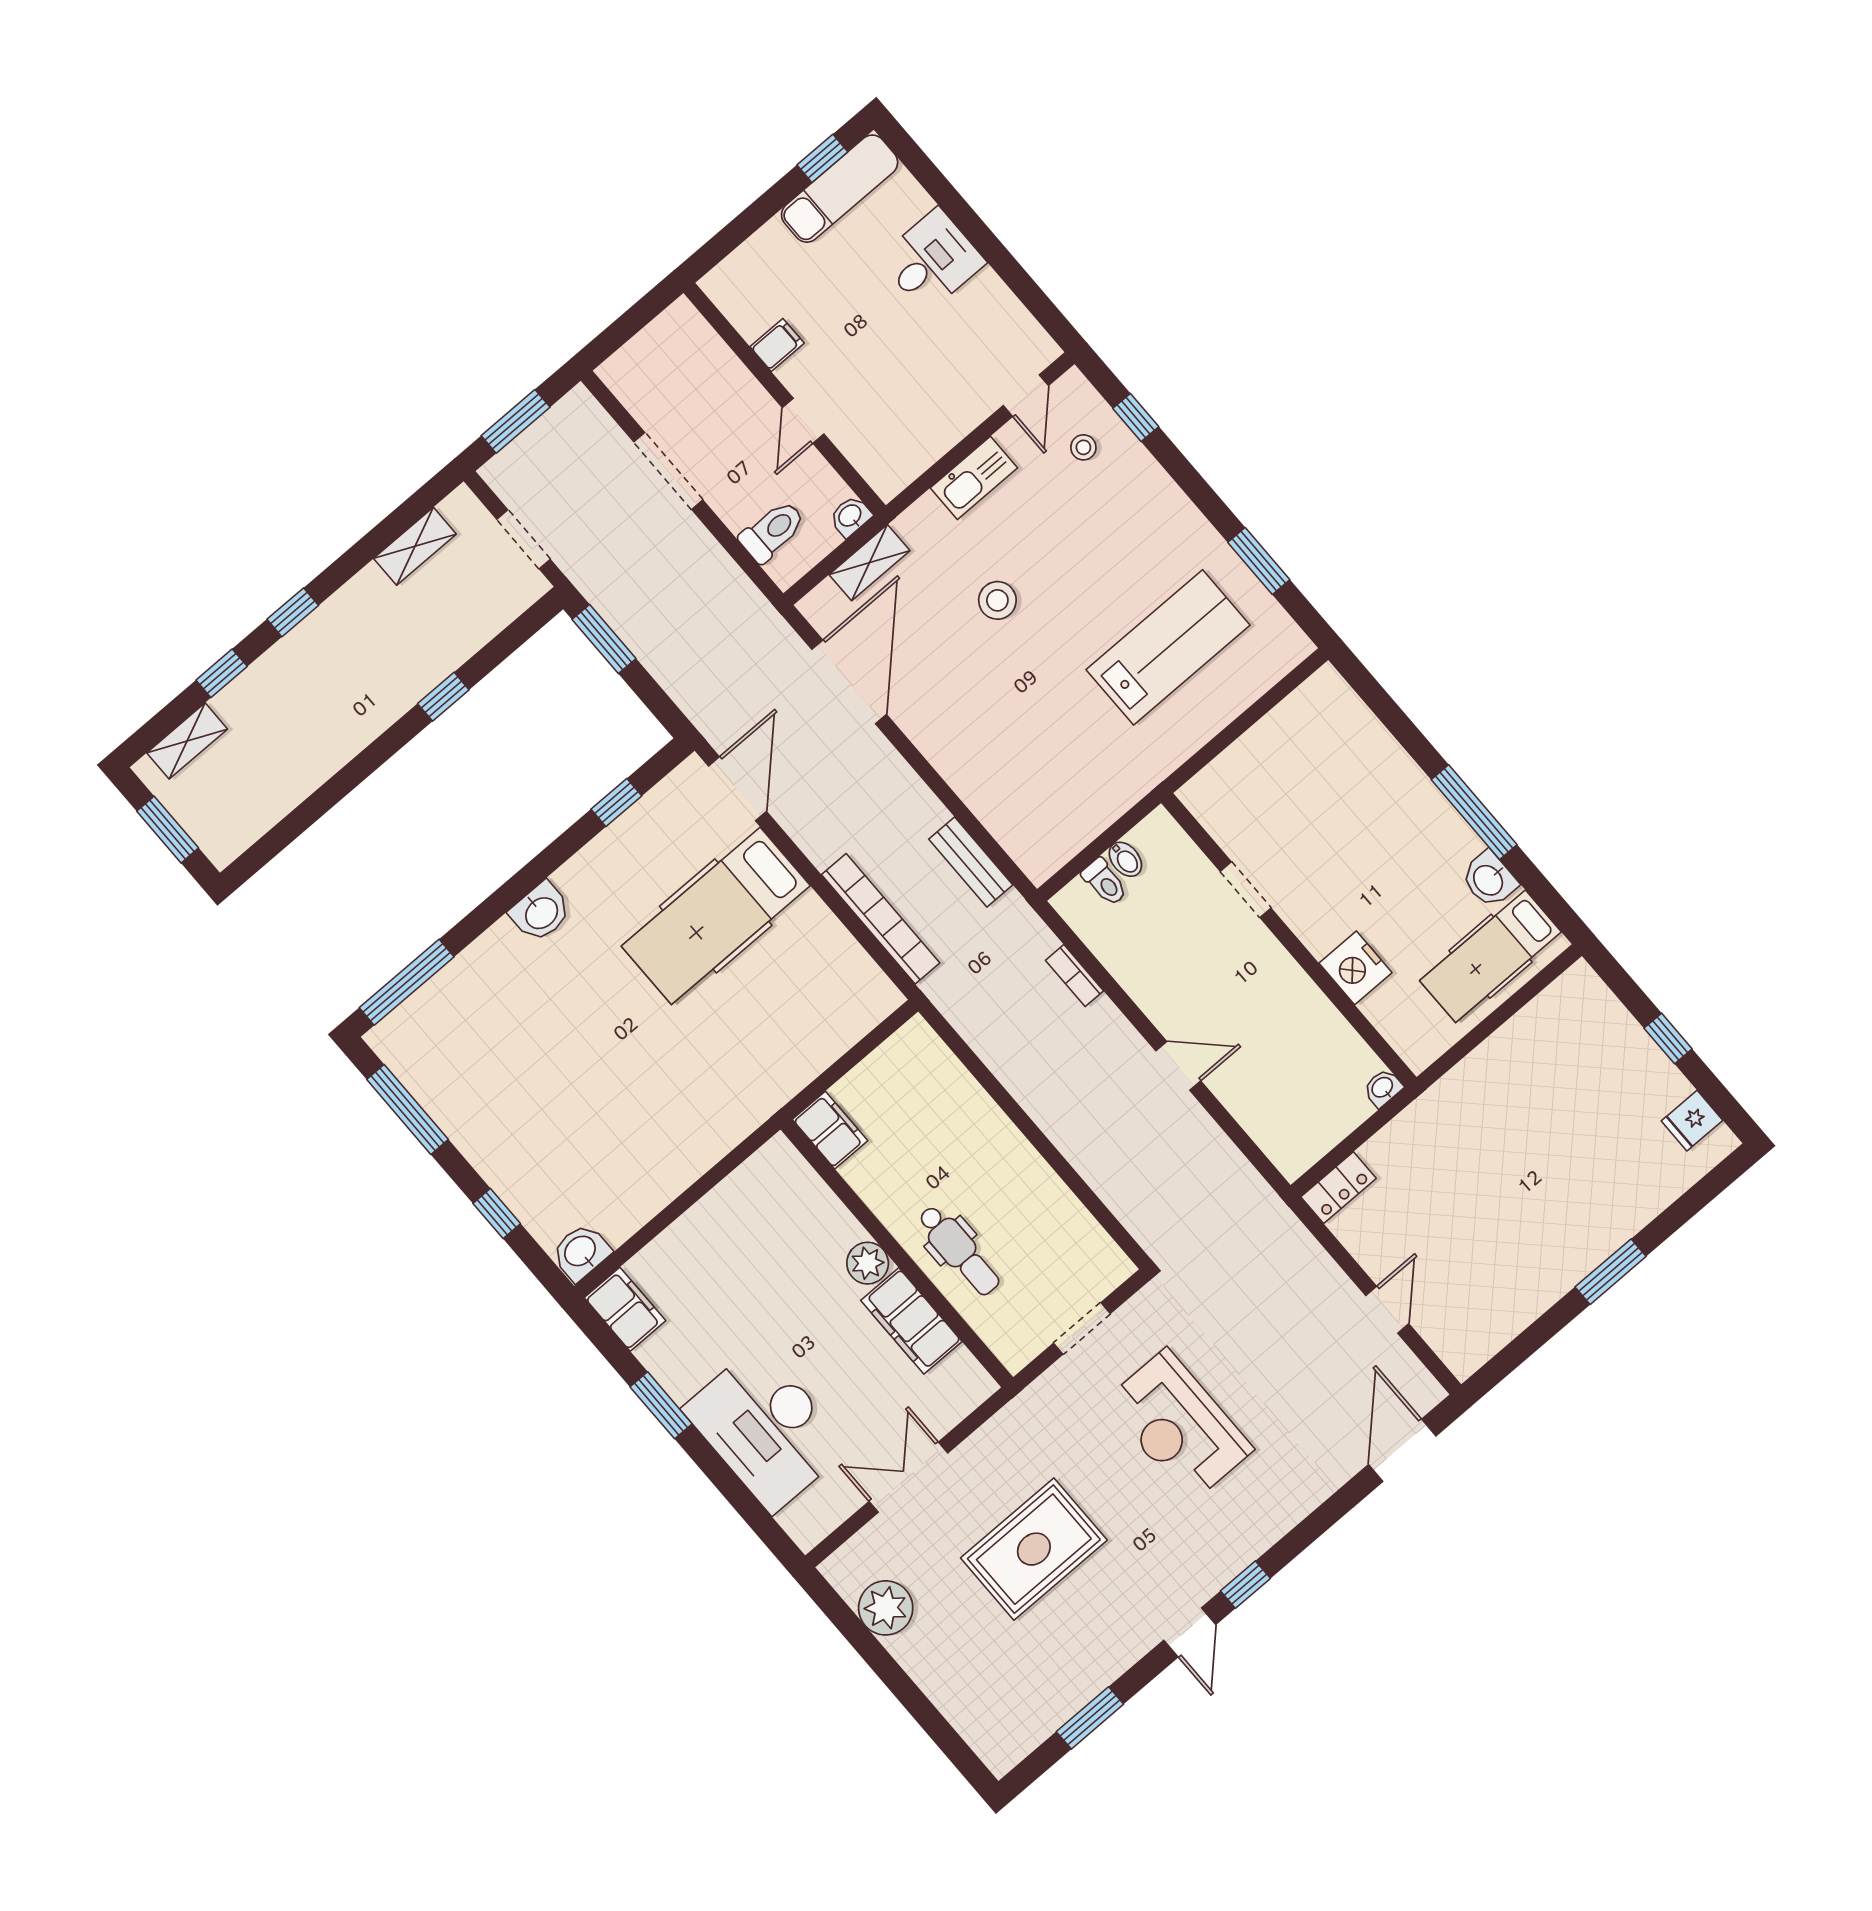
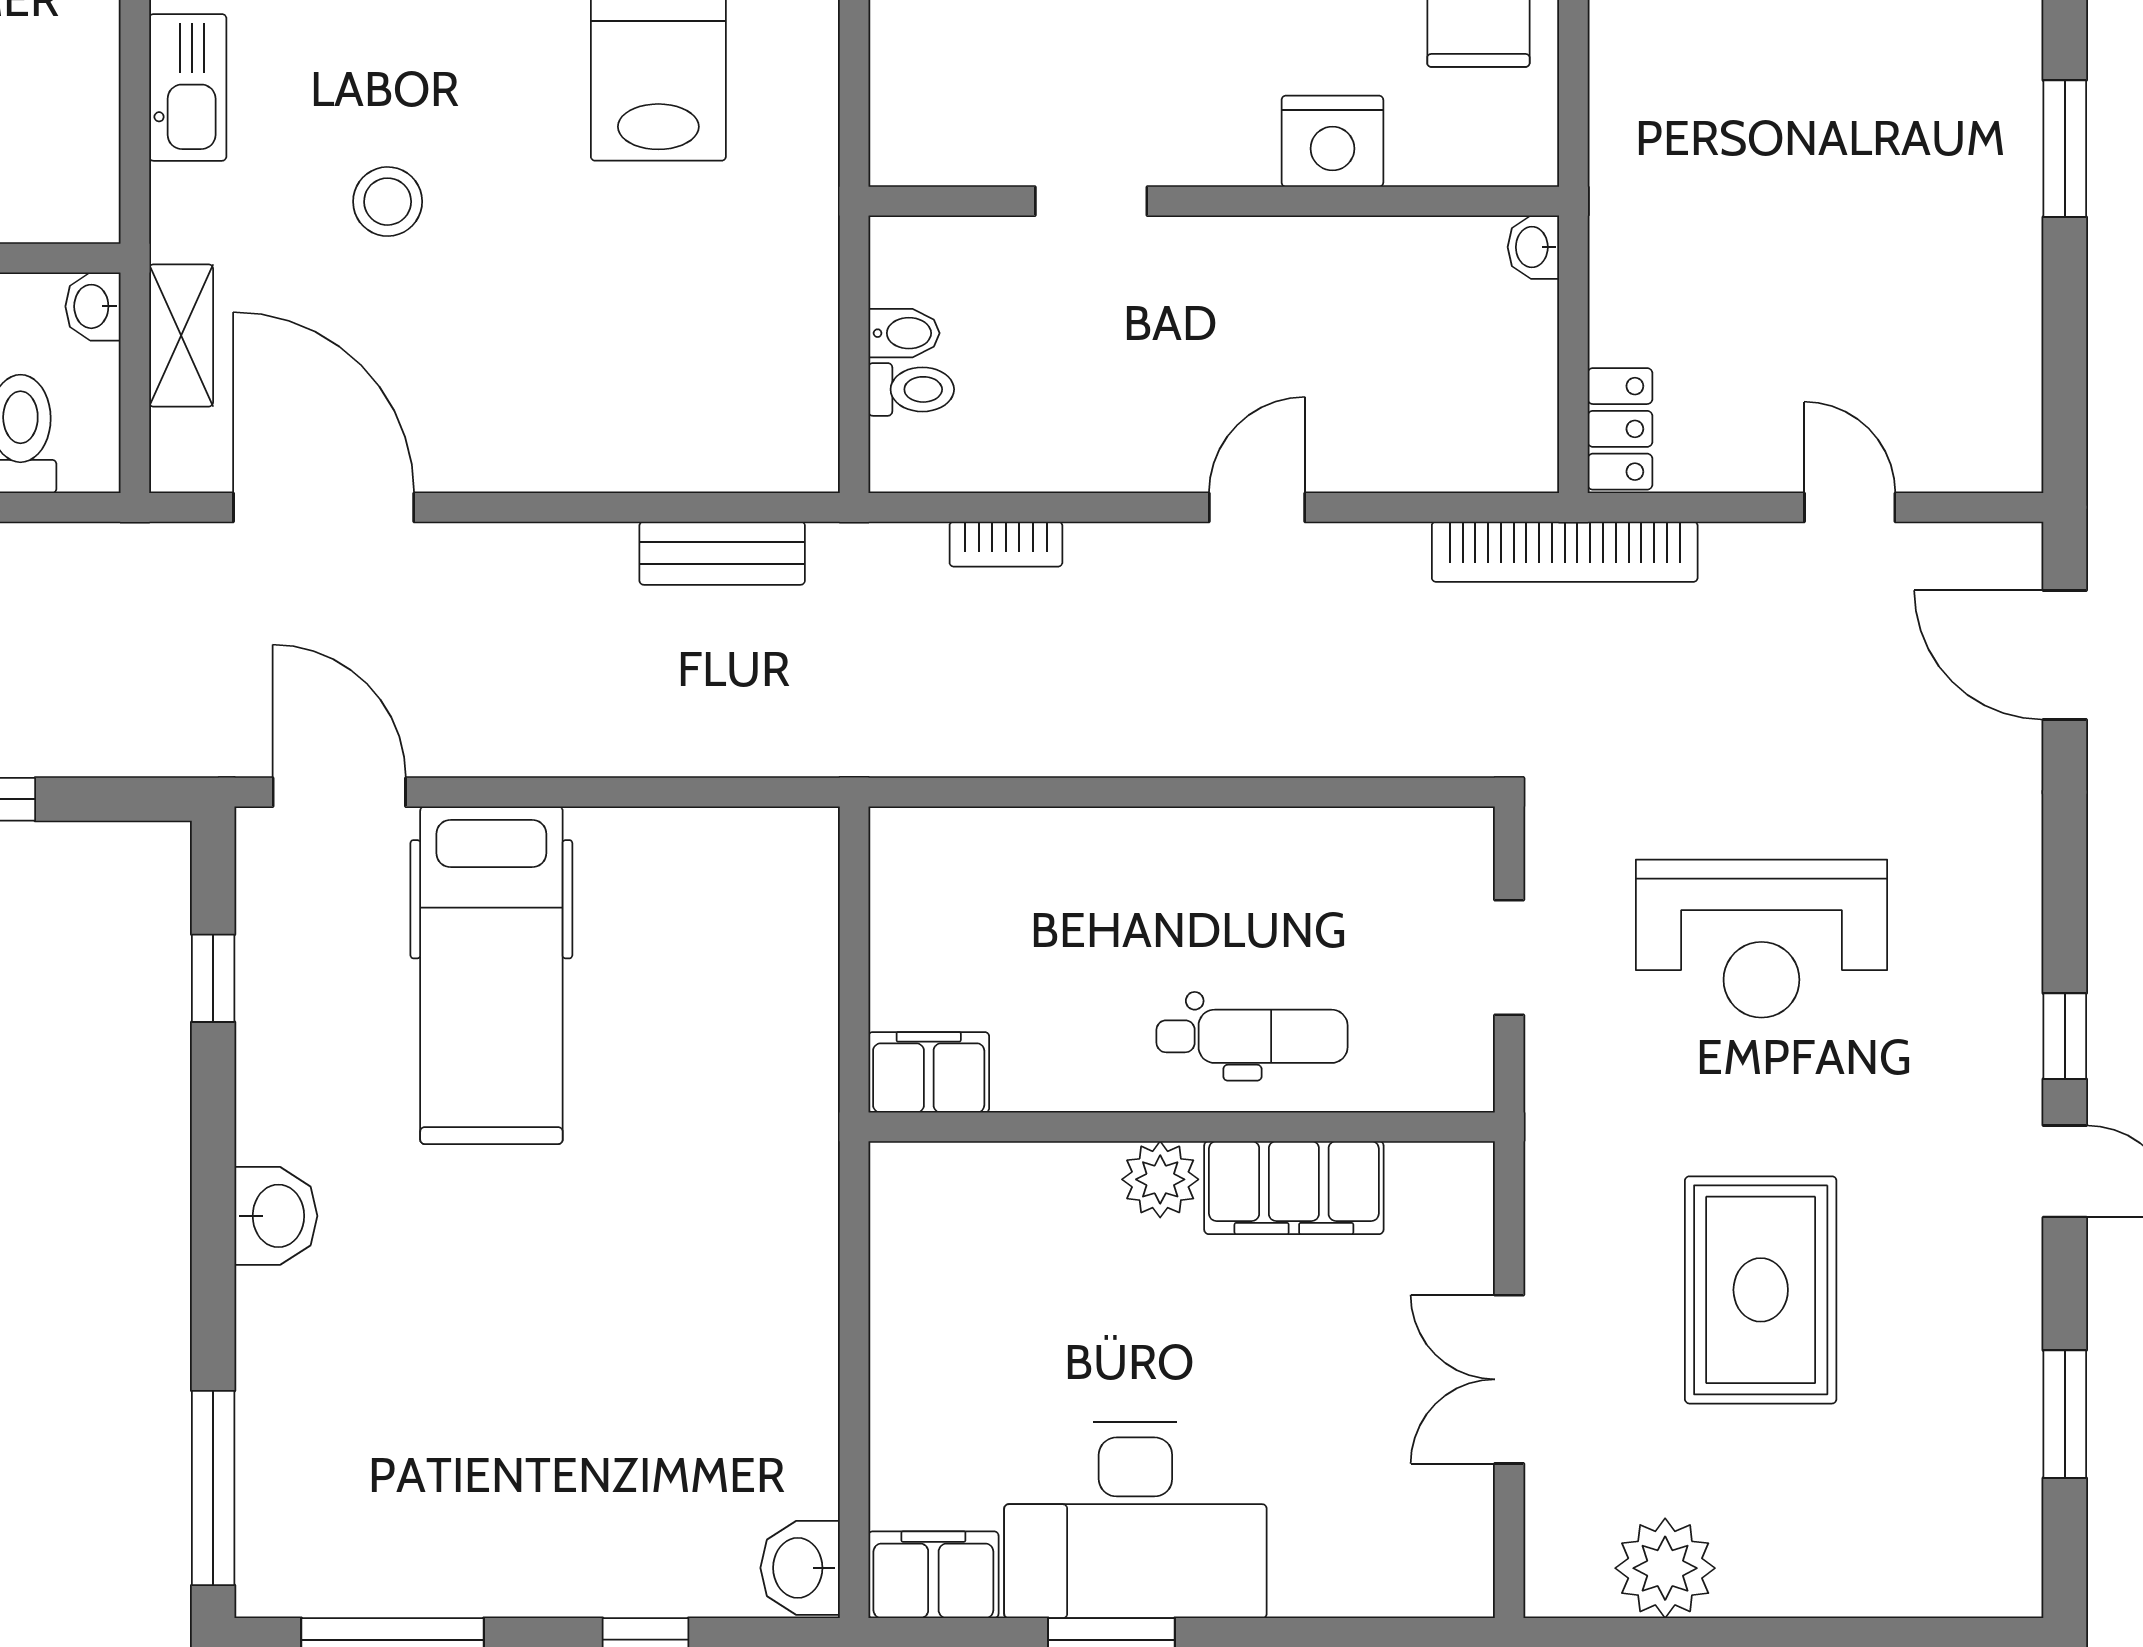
bookcase: (881, 919) -> (1565, 552), moved, turned 180
desk: (766, 1428) -> (1135, 1520), moved

